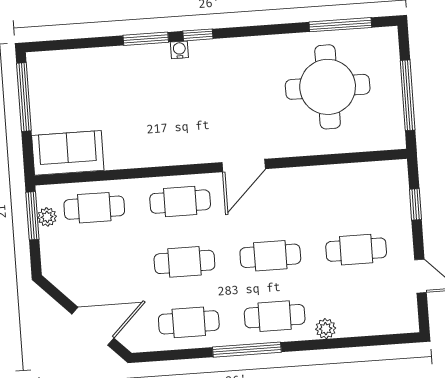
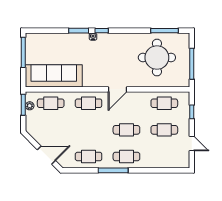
sofa: (68, 153) -> (54, 76), width x1.85, depth x1.27
cafe table: (184, 262) -> (164, 103), moved
plant: (326, 329) -> (148, 164), removed

